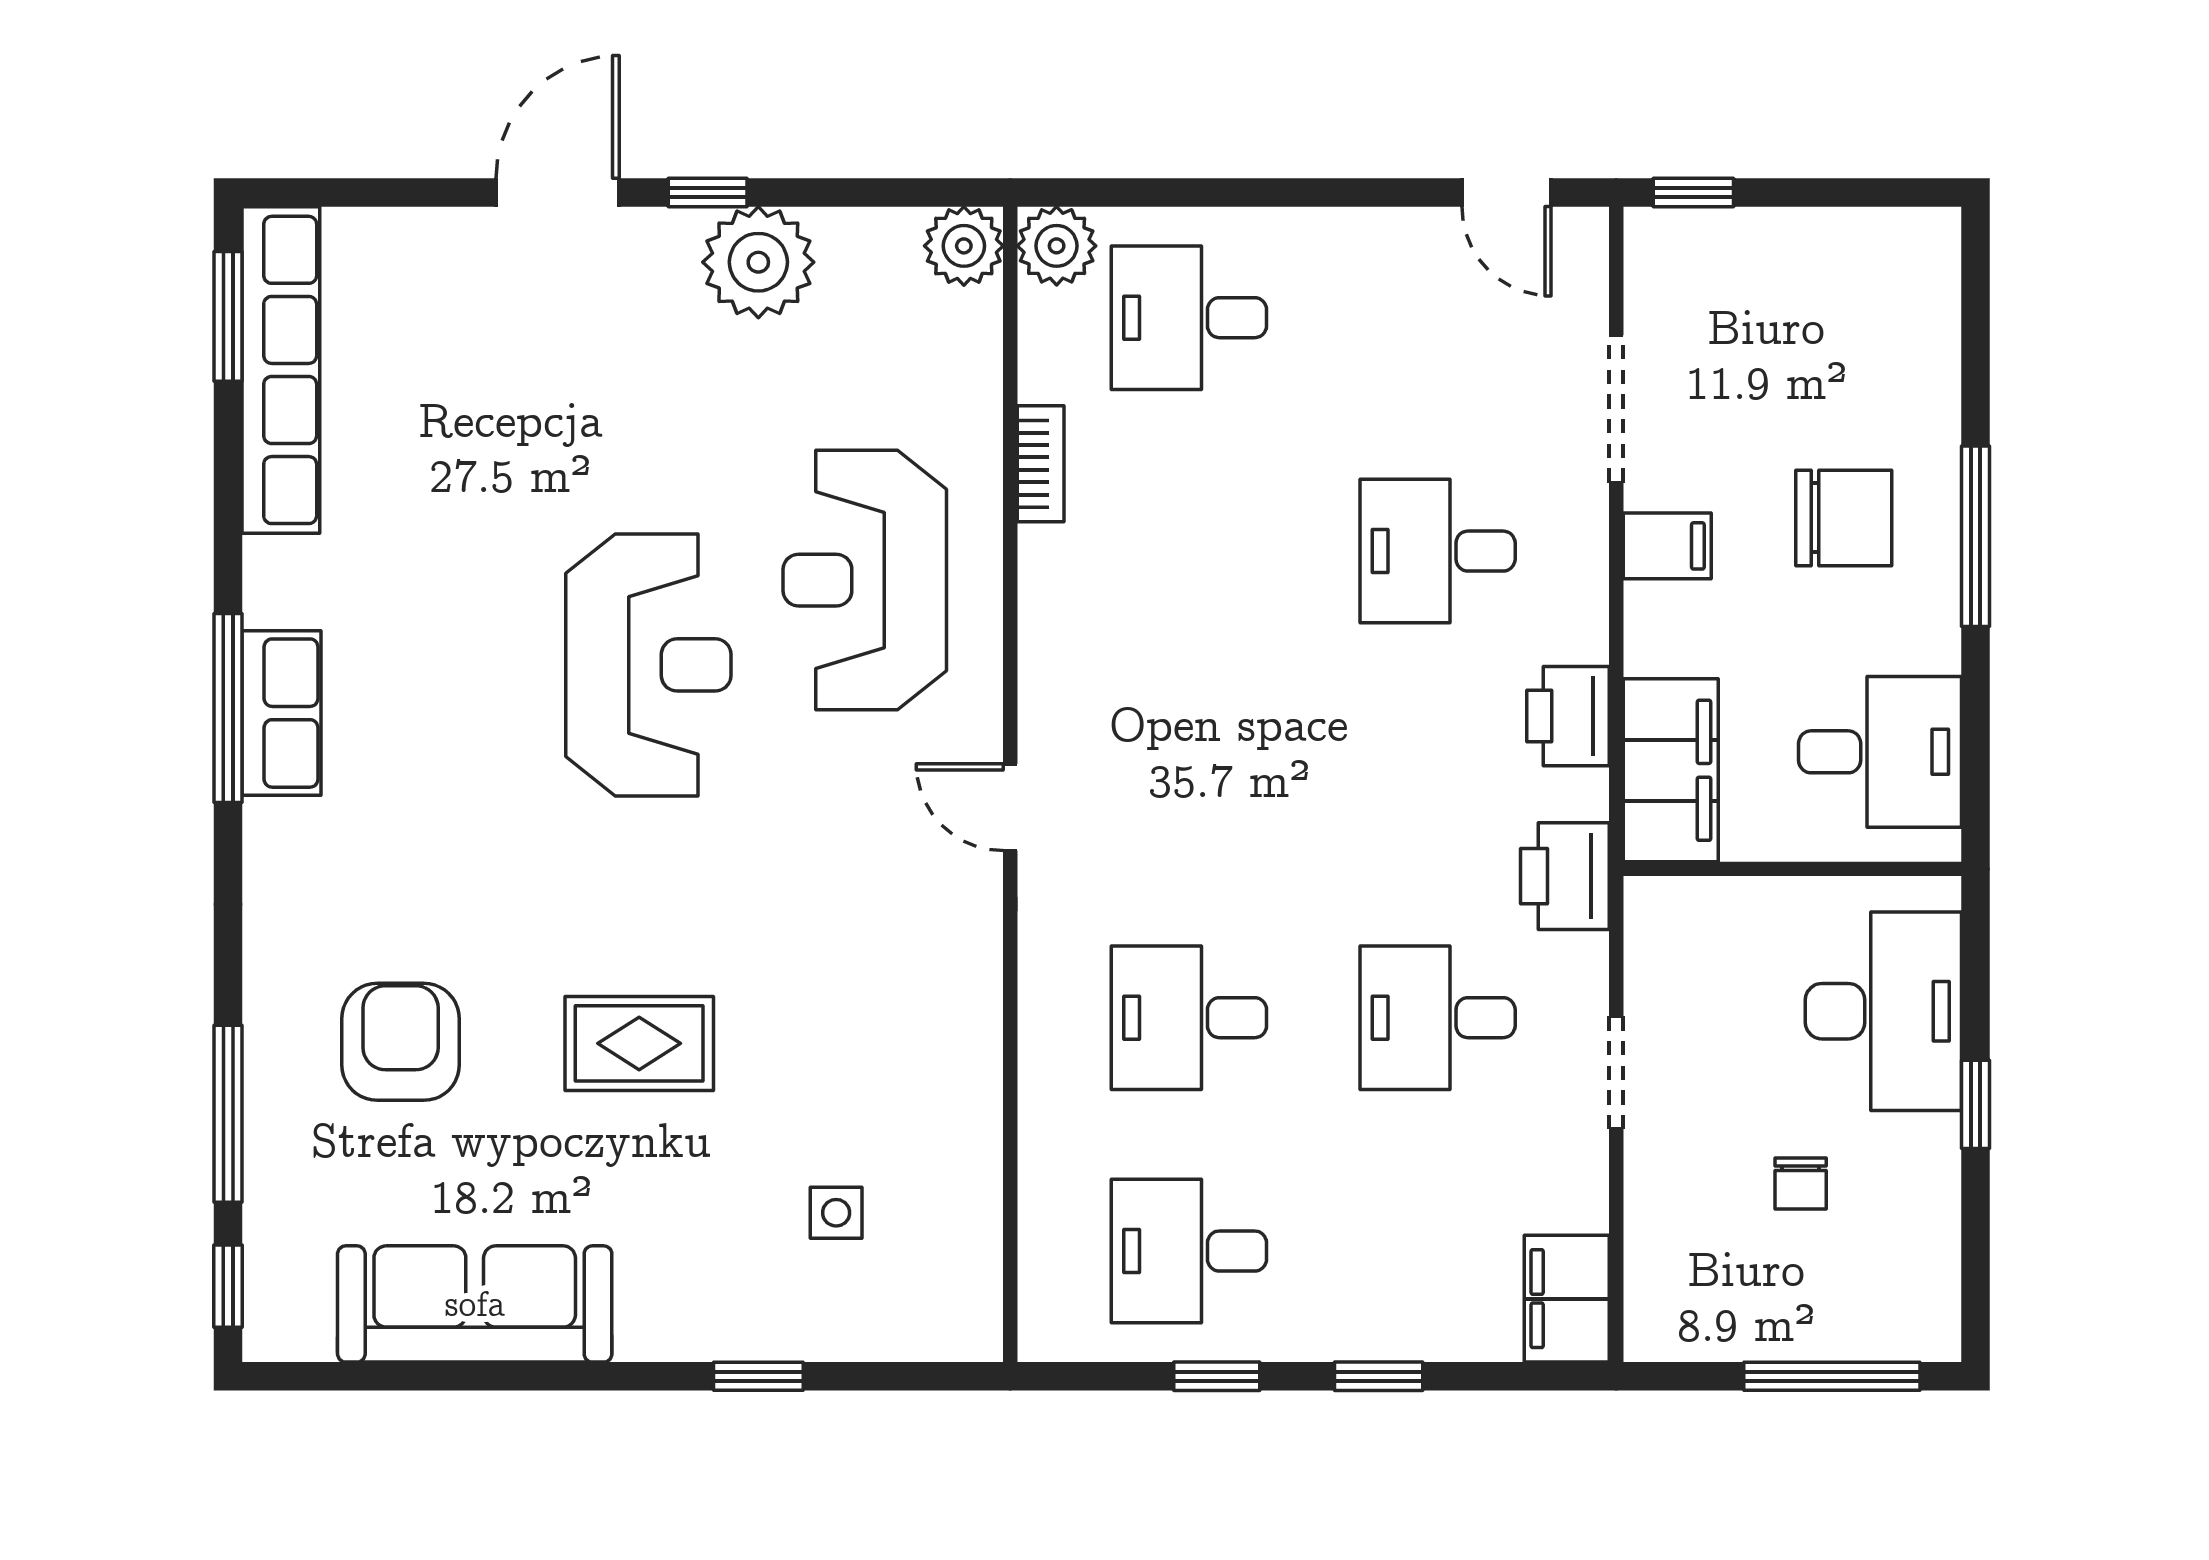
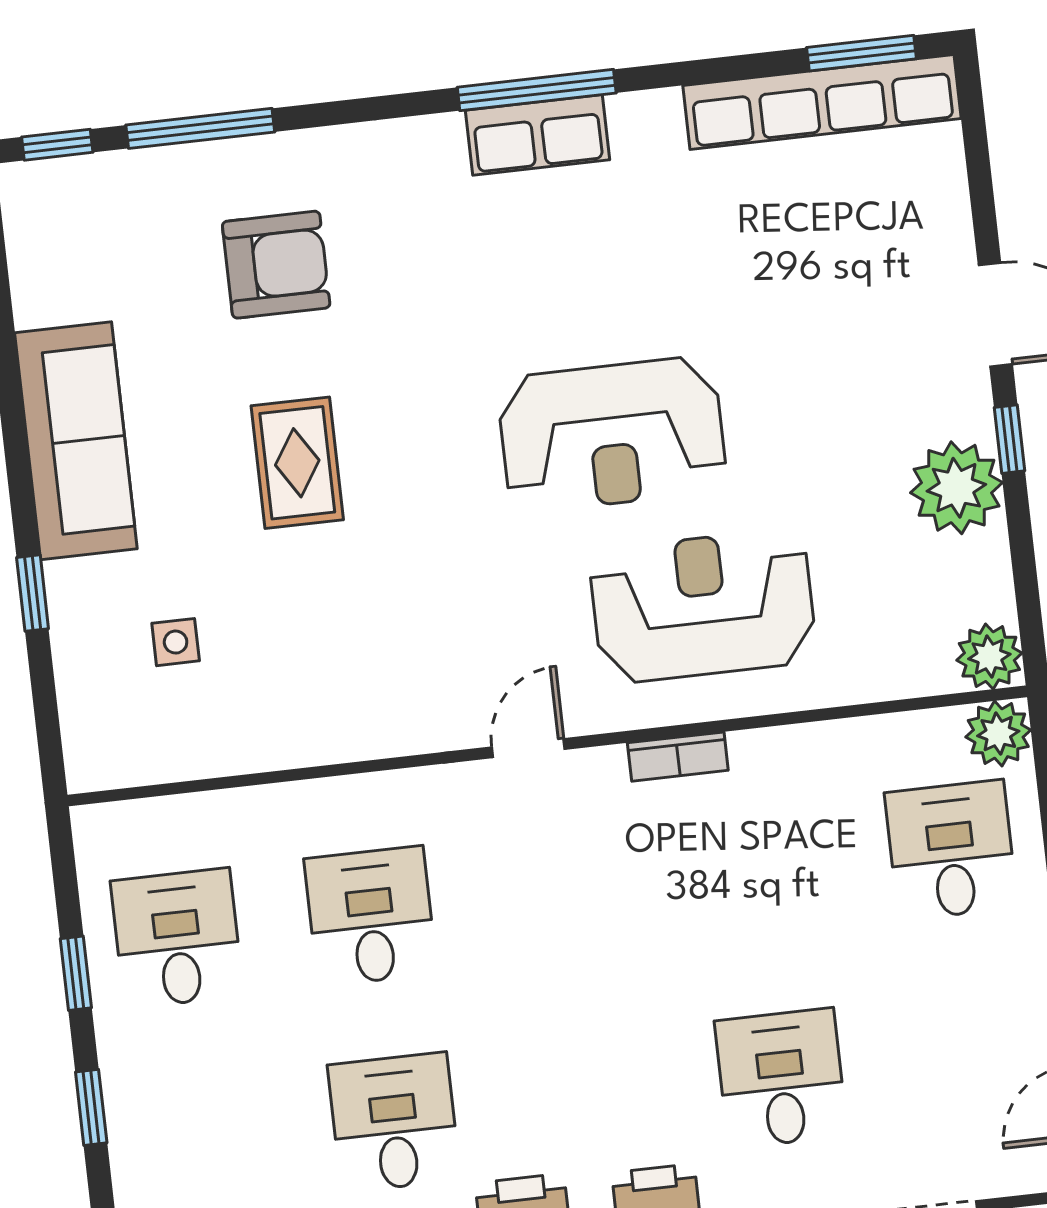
bookcase: (1041, 464) -> (678, 757), moved
sofa: (475, 1304) -> (76, 441), moved

